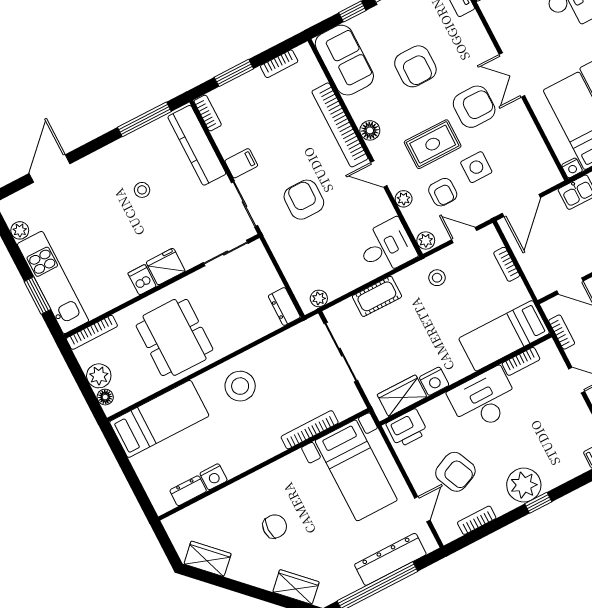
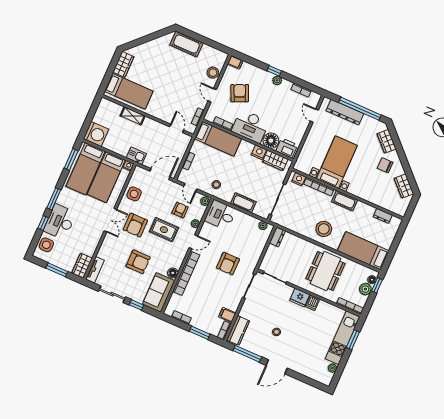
armchair: (415, 66) -> (138, 262), turned 90
armchair: (474, 107) -> (135, 225), turned -90
floor lamp: (370, 130) -> (173, 273), moved
kitchen counter: (197, 145) -> (238, 330), width x0.67
filing cabinet: (241, 163) -> (227, 315), moved
side table: (476, 167) -> (134, 194), moved
door: (50, 169) -> (277, 367), moved
door: (379, 174) -> (193, 242), hinge flipped
window: (91, 398) -> (377, 285), added
floor lamp: (437, 413) -> (271, 141), added
cot: (257, 452) -> (345, 201), added
bed with nightstands: (356, 470) -> (337, 162), moved
armchair: (455, 472) -> (240, 93), moved
nightstand: (214, 477) -> (299, 179), moved
plant: (524, 485) -> (277, 80), width x0.53, depth x0.53
door: (422, 509) -> (314, 116), hinge flipped
chair: (275, 526) -> (385, 165), moved

